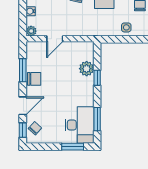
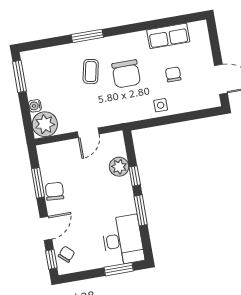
plant: (31, 31) -> (45, 124), width x1.88, depth x1.88
door: (55, 39) -> (88, 133), moved
chair: (34, 79) -> (55, 191), turned -86
window: (97, 119) -> (141, 210), moved

